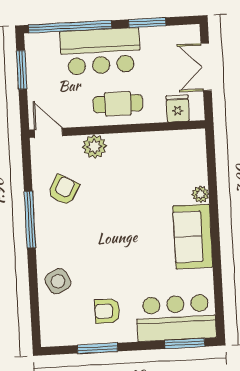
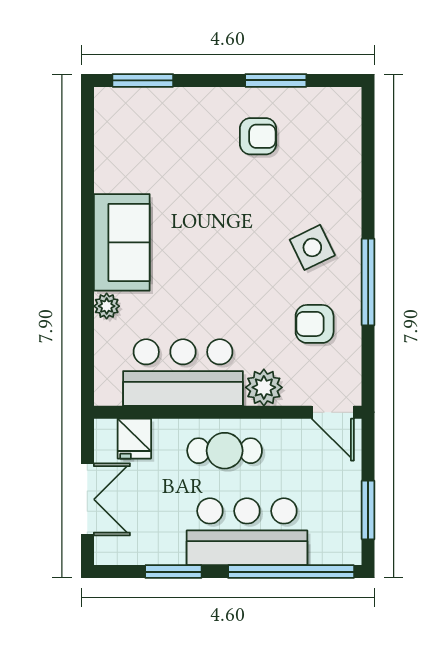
armchair: (63, 190) -> (315, 324), turned 61
side table: (58, 281) -> (312, 247), moved
bar counter: (176, 318) -> (183, 372), moved, turned 180

